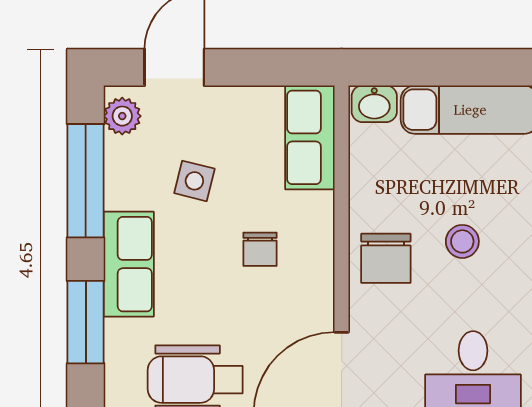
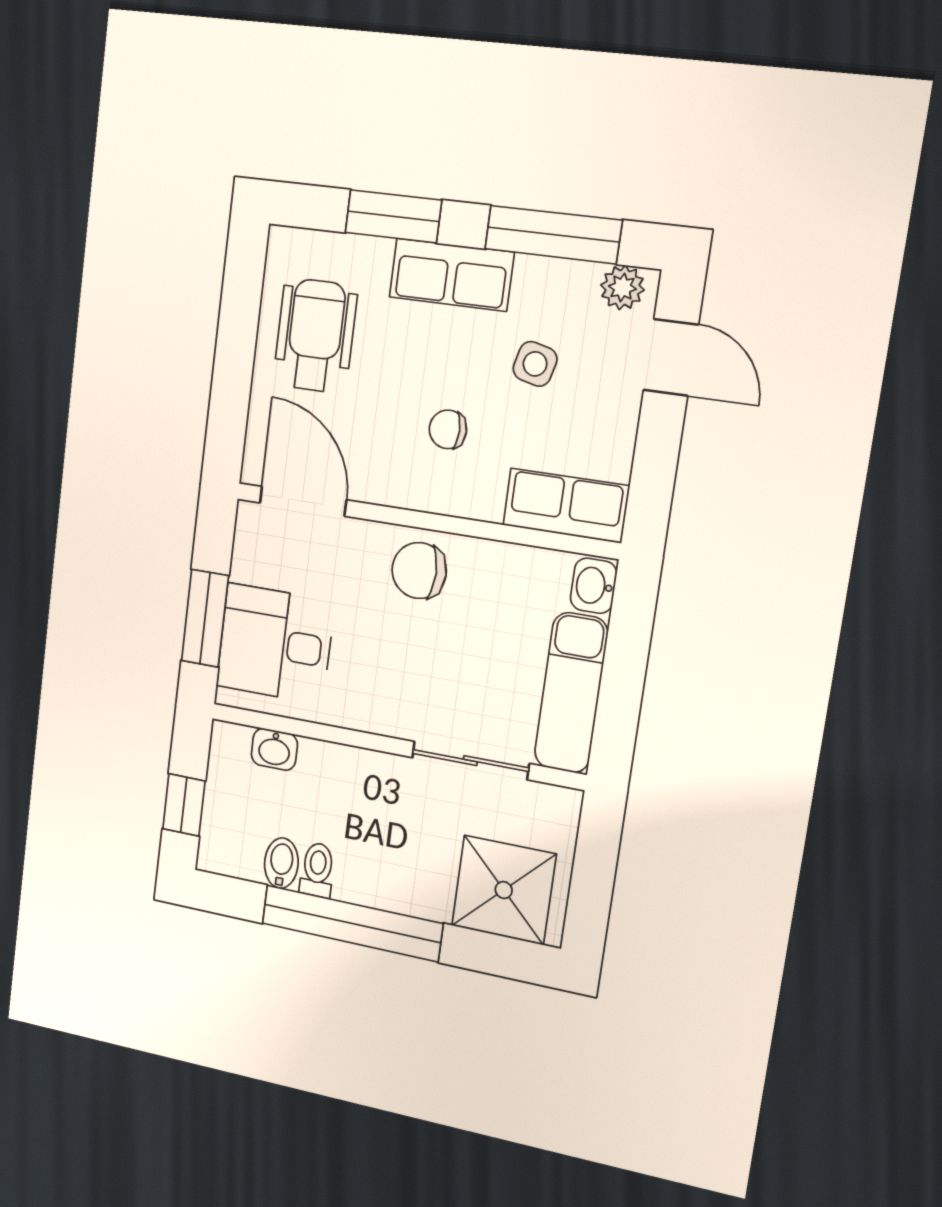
stool: (462, 241) -> (426, 659), removed

